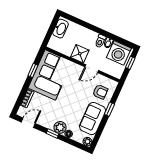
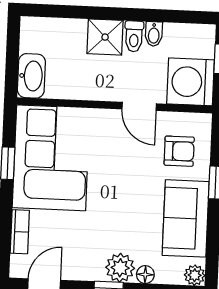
washbasin: (61, 29) -> (31, 76), moved
washing machine: (119, 53) -> (191, 82), moved, turned 90
shower: (80, 54) -> (105, 37), moved
door: (92, 69) -> (139, 106), hinge flipped

